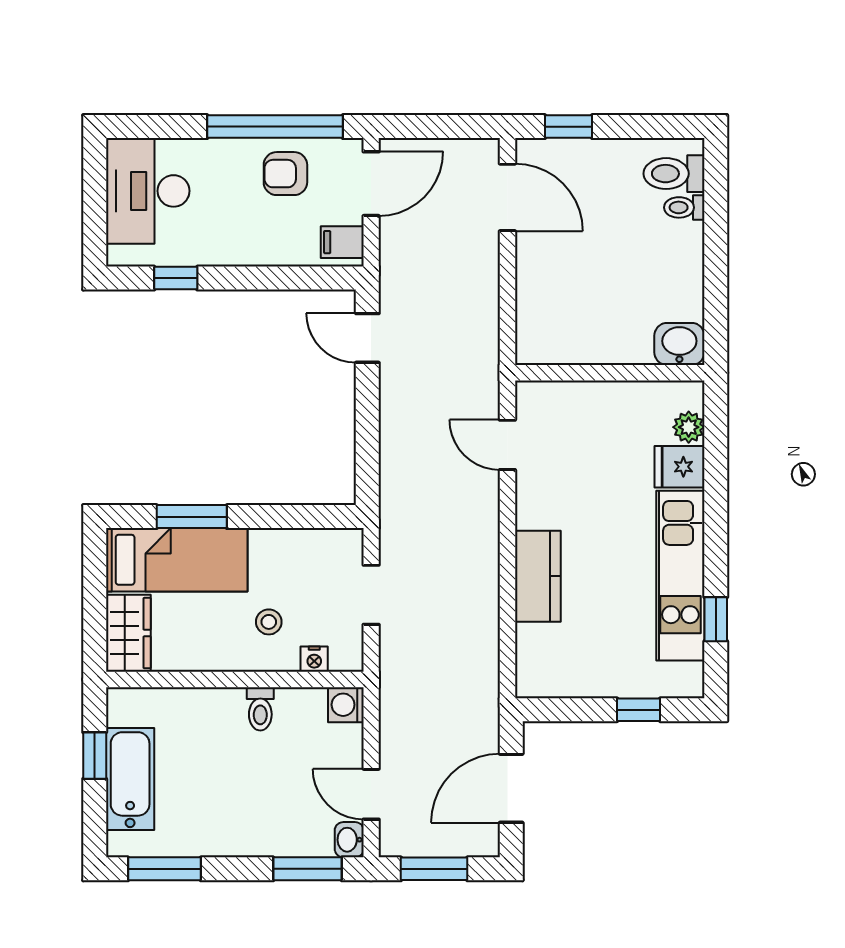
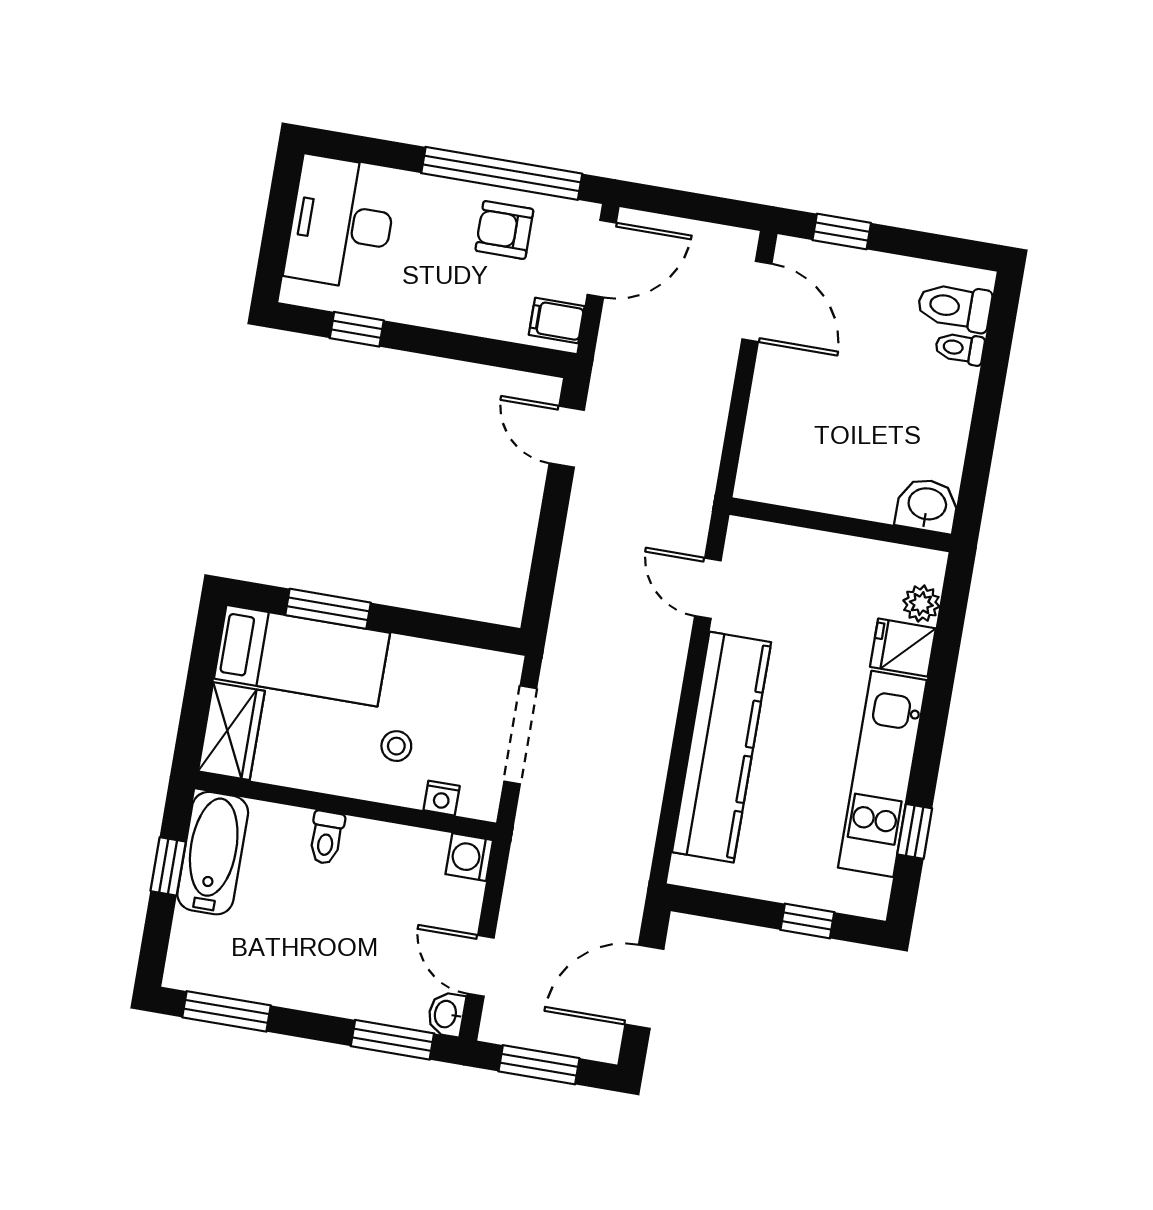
kitchen counter: (538, 576) -> (722, 747), width x2.08, depth x1.17
doorway: (371, 595) -> (520, 735), width x1.38
toilet: (260, 709) -> (326, 838), moved
bathtub: (130, 779) -> (213, 853), moved

